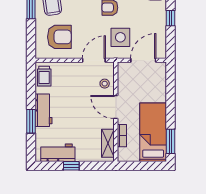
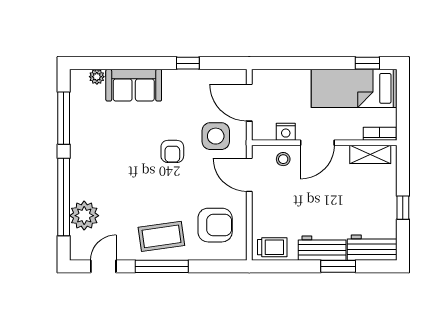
armchair: (59, 37) -> (215, 225), turned 90
nightstand: (123, 85) -> (286, 132), added
bookcase: (122, 136) -> (380, 134), moved
window: (170, 141) -> (367, 63), width x0.67
workbench: (58, 153) -> (372, 248), moved, turned 90

